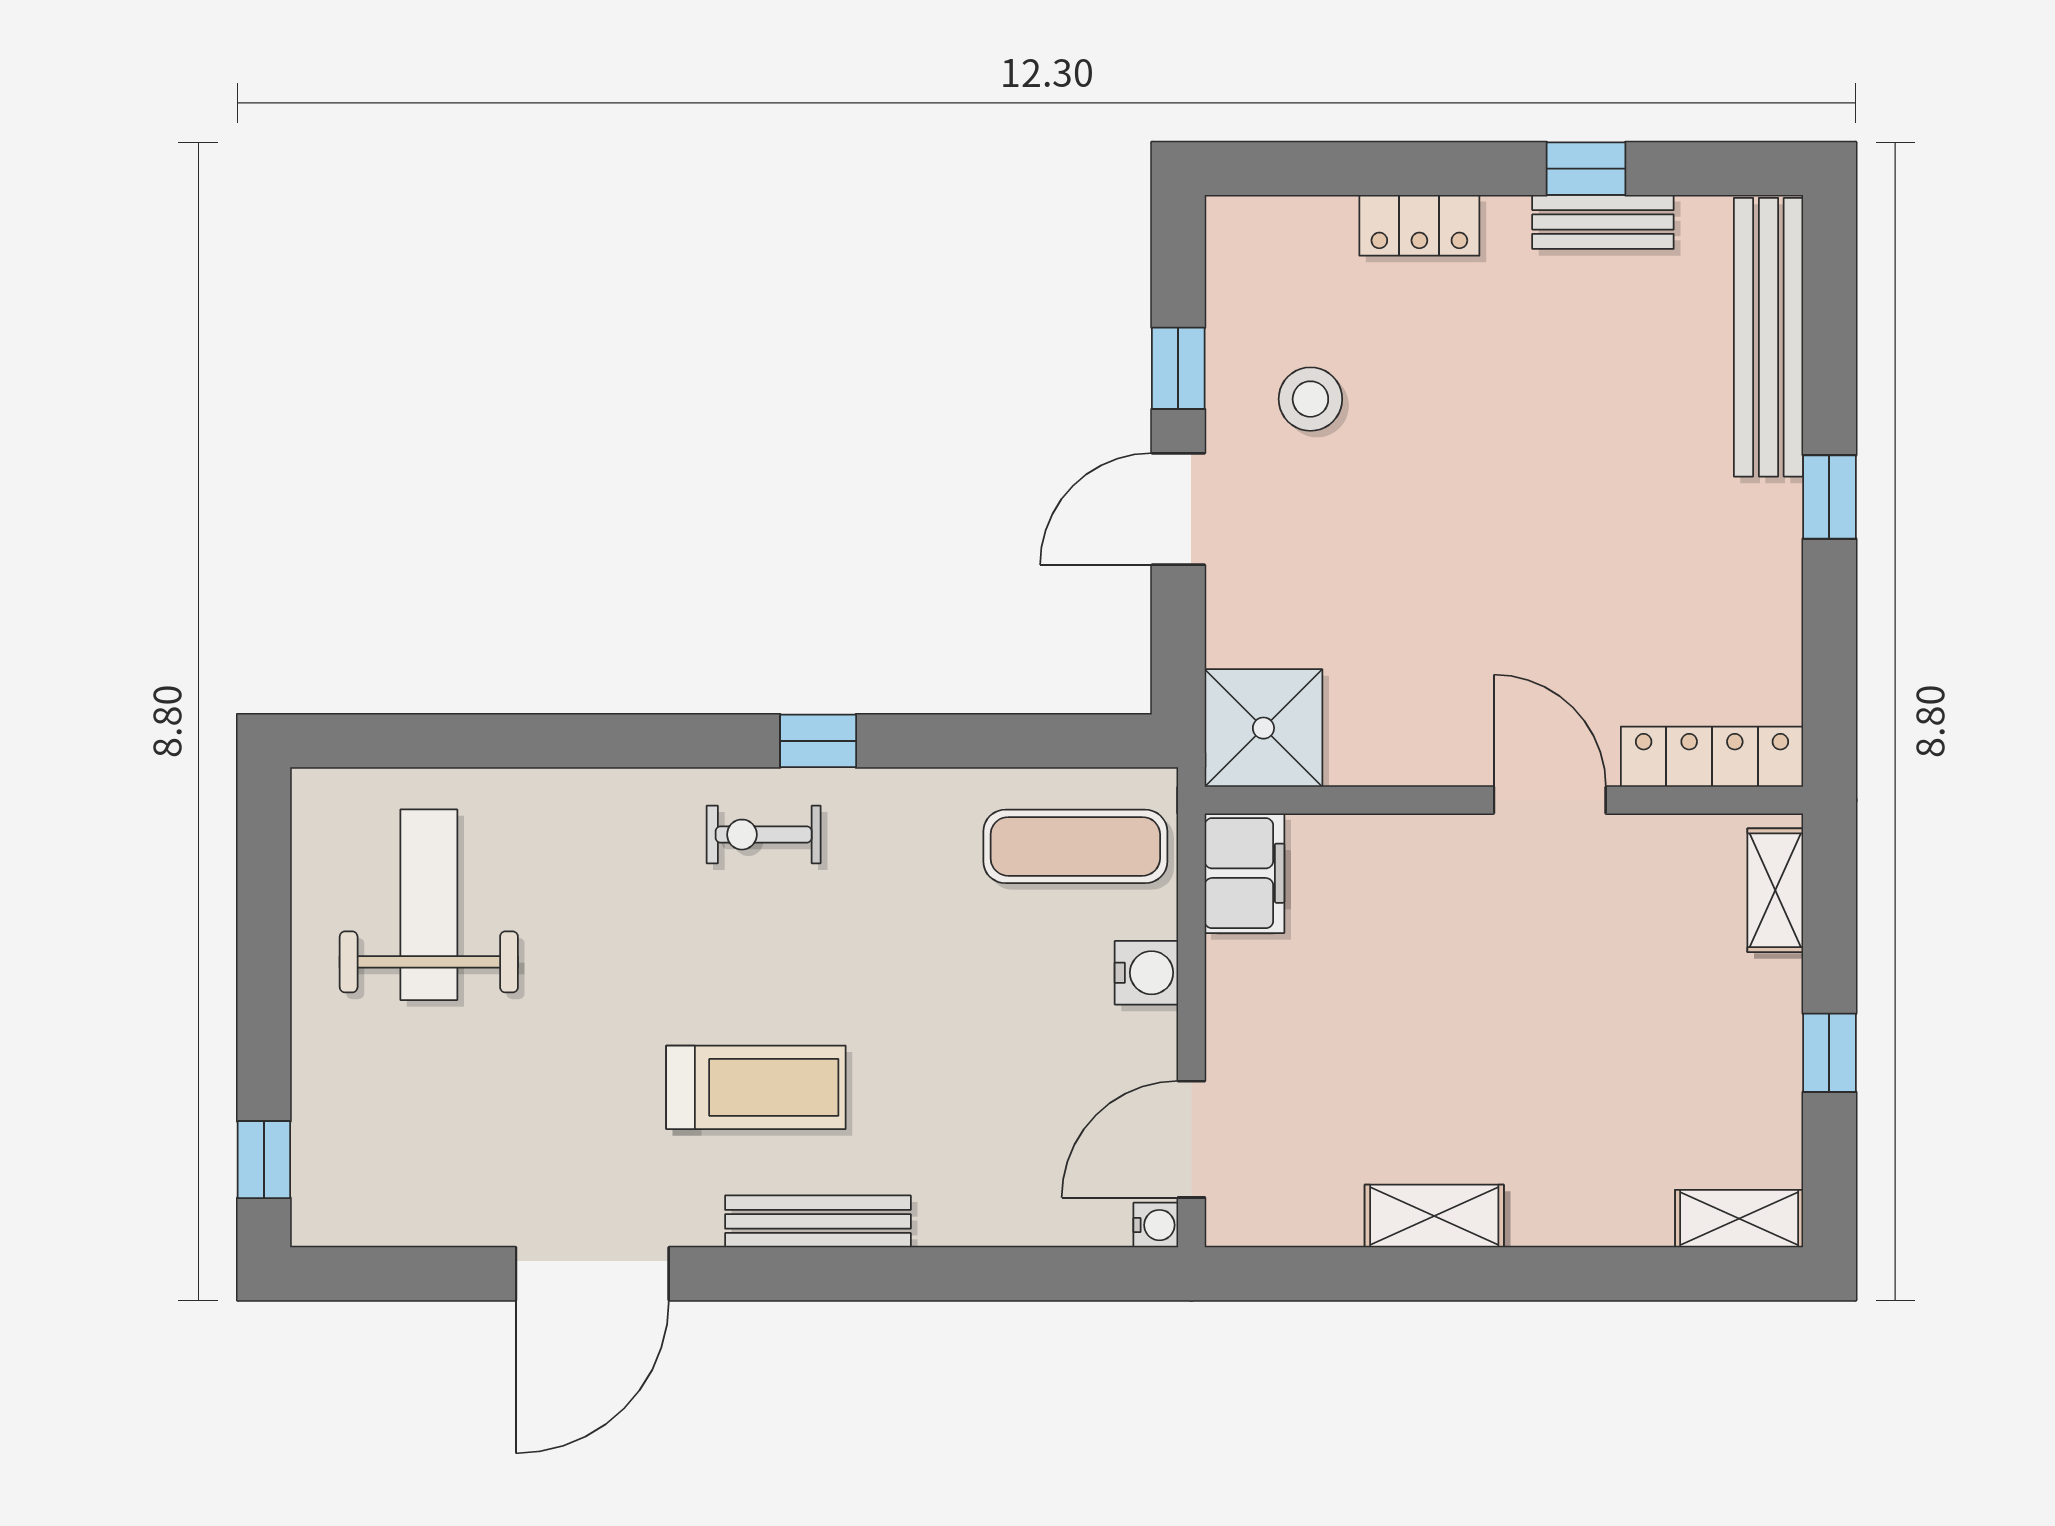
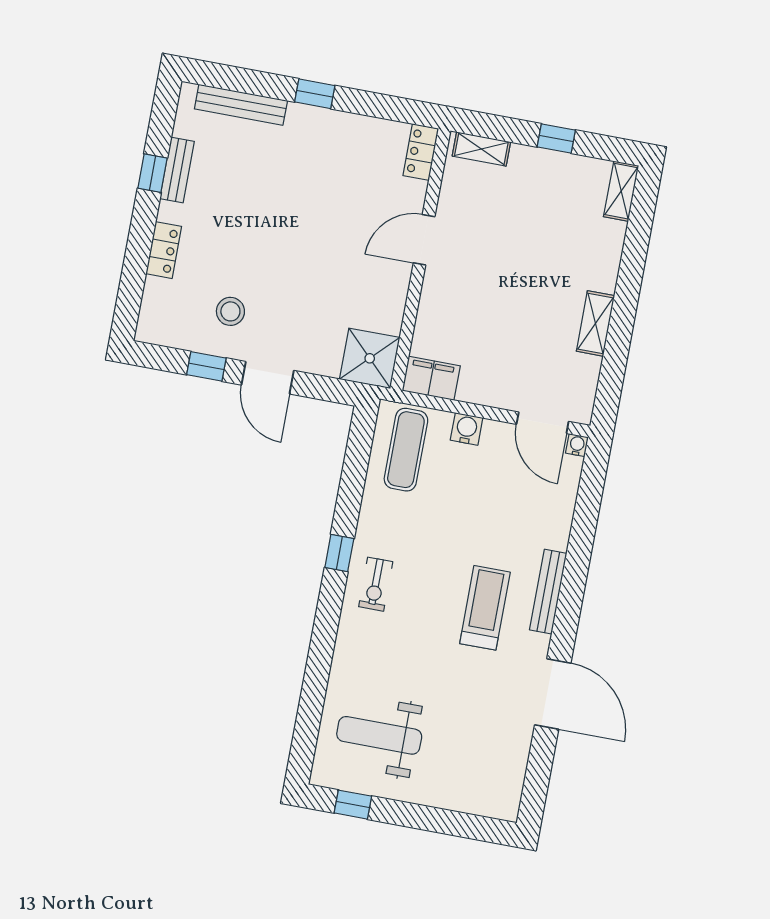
bench: (1768, 337) -> (241, 105), width x0.73, depth x0.82
locker: (1712, 757) -> (421, 152), width x0.66
window: (264, 1160) -> (353, 805), moved

